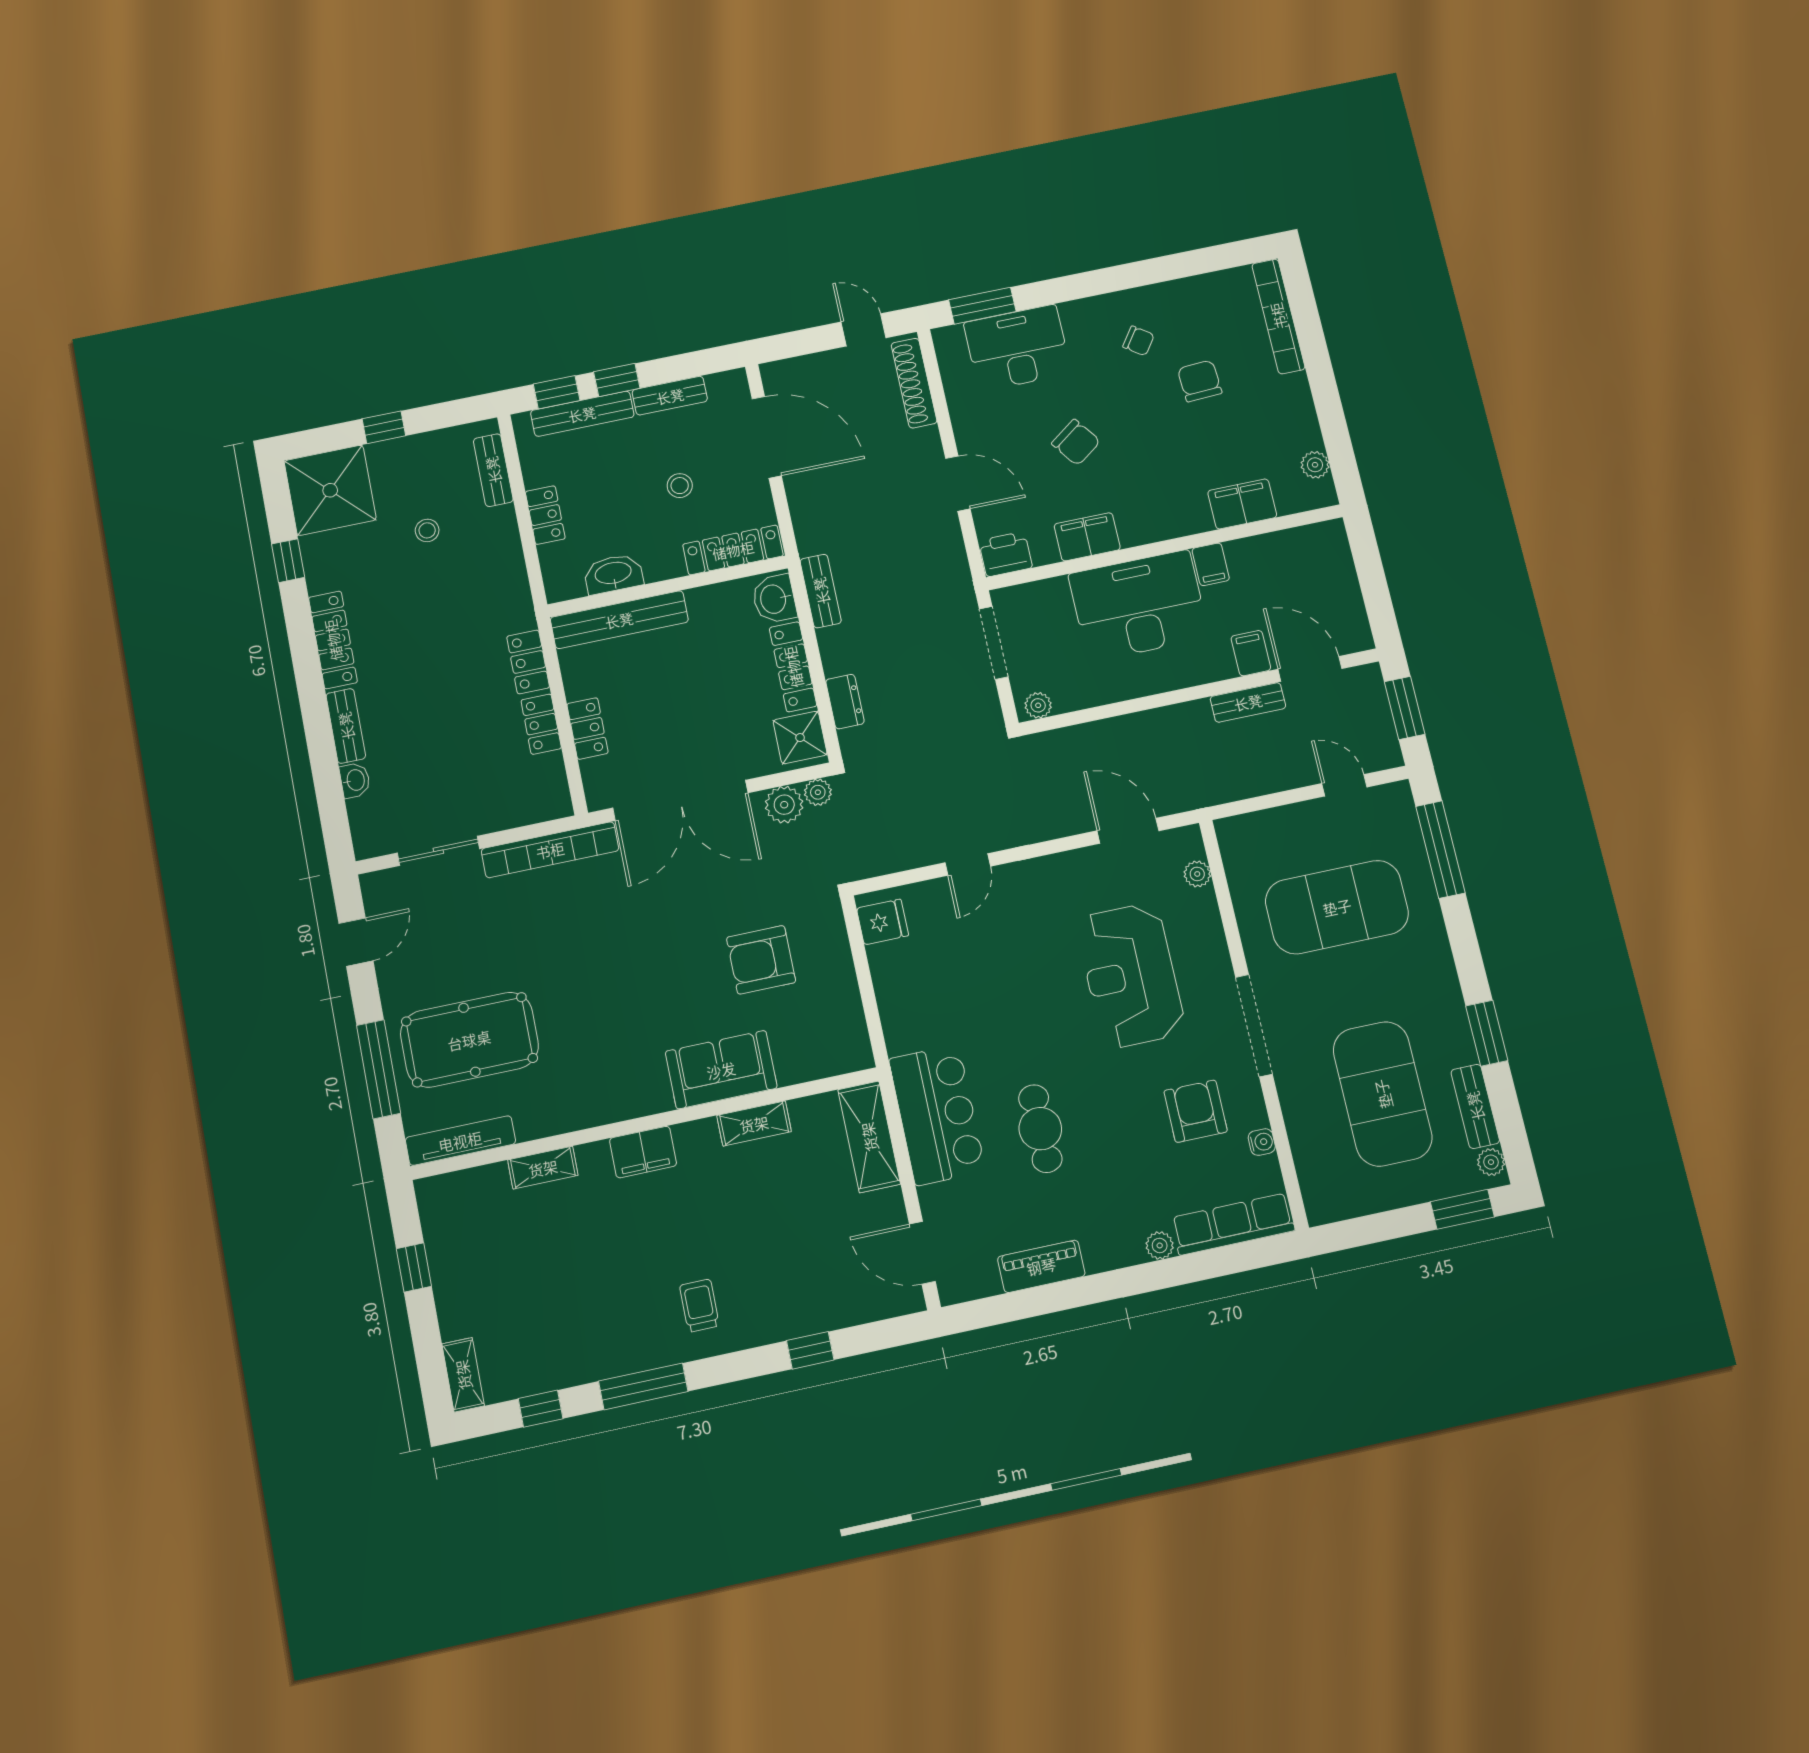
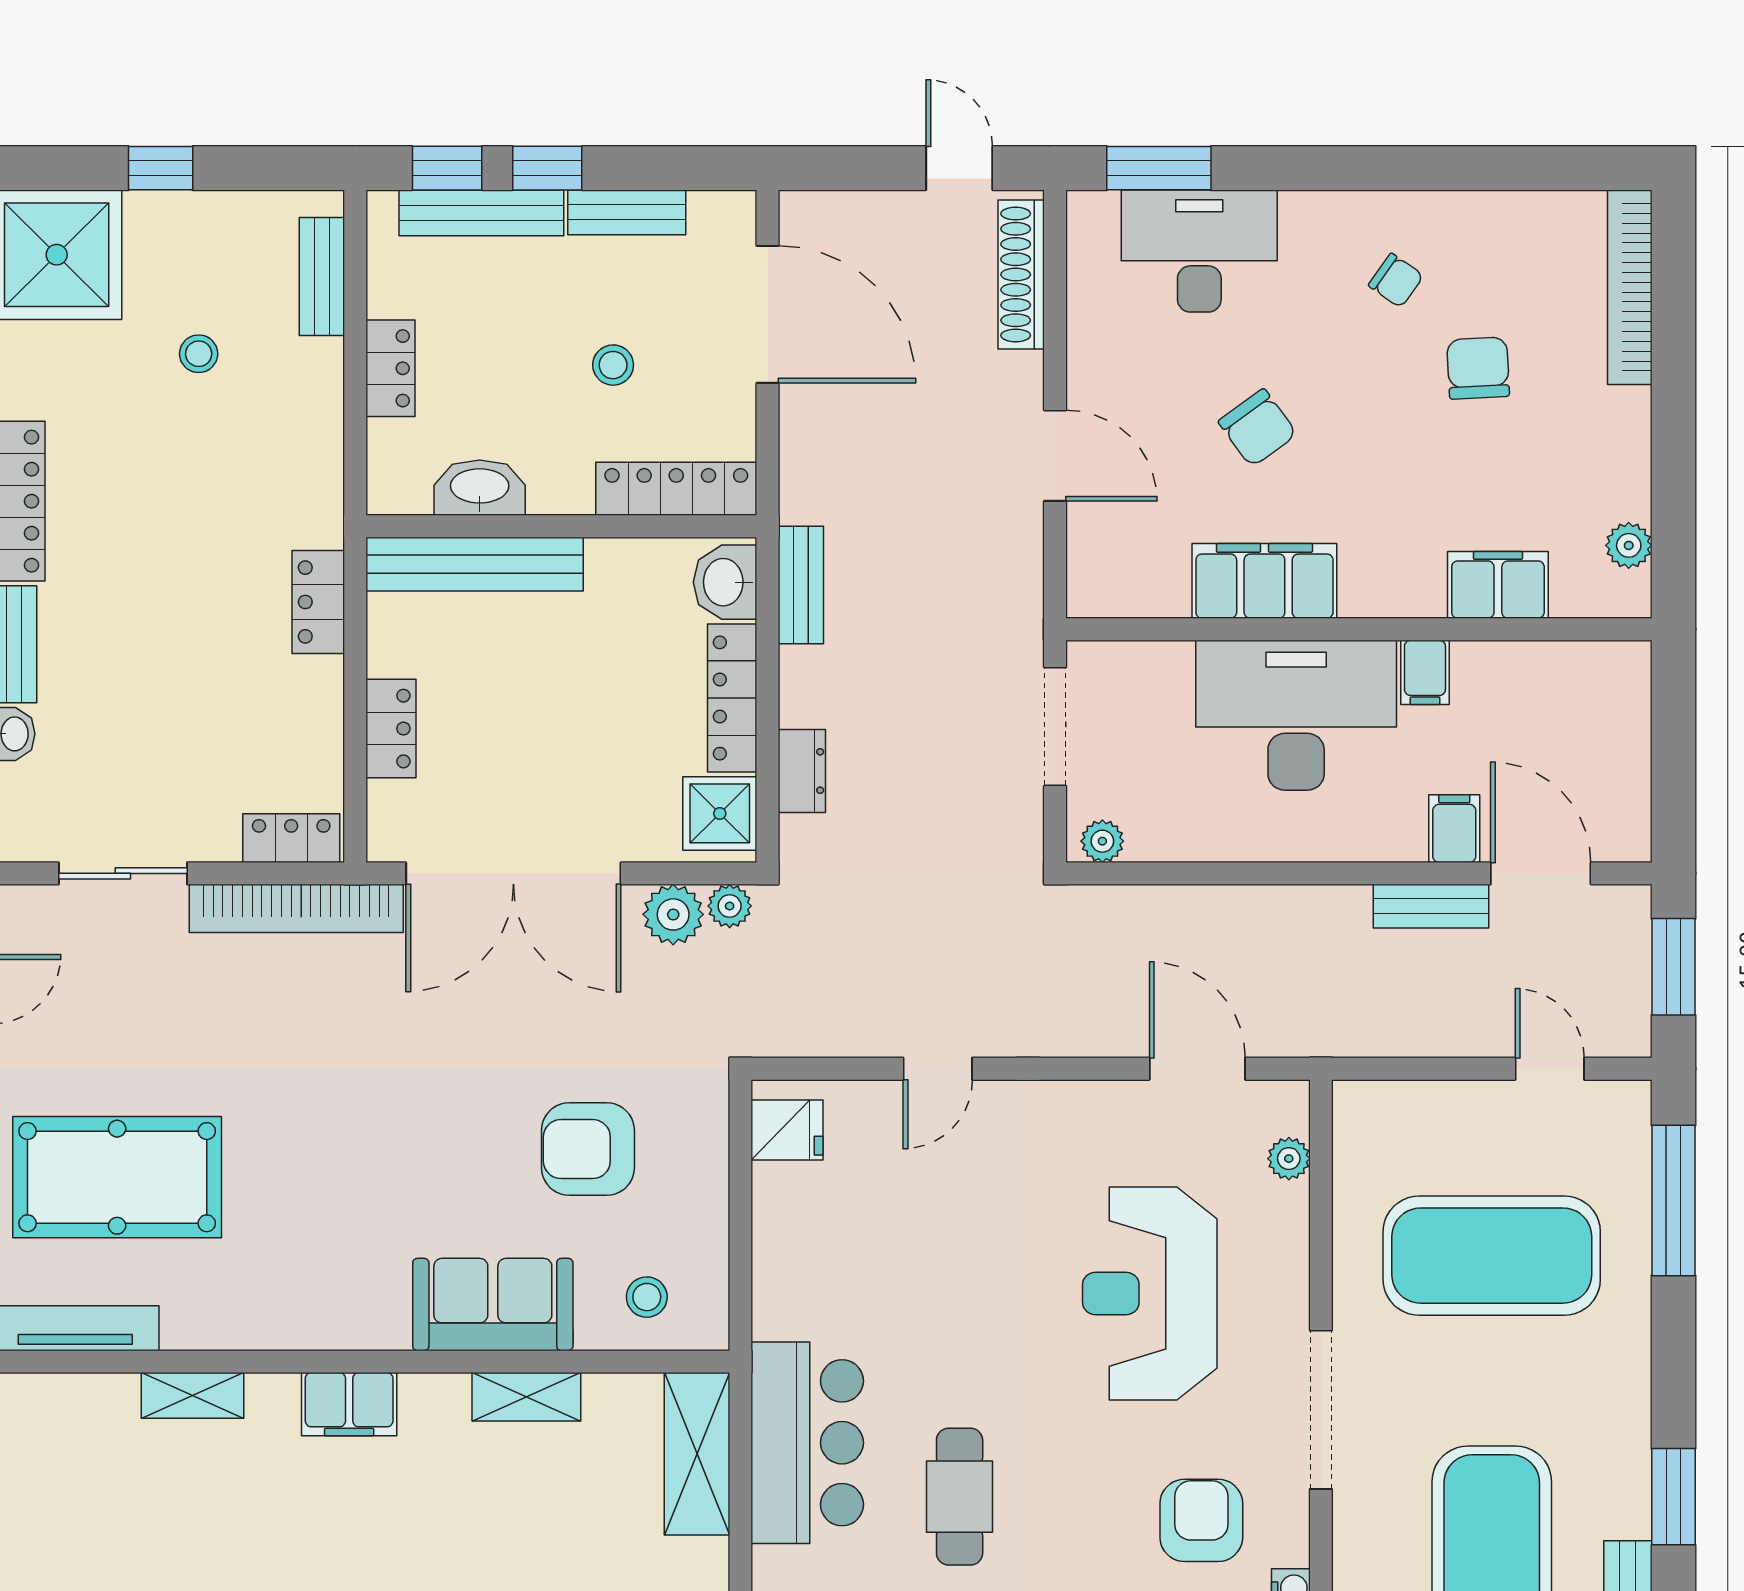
filing cabinet: (1087, 537) -> (1264, 581), width x1.50, depth x1.17
printer: (1006, 554) -> (1105, 587), removed
locker: (541, 724) -> (291, 838), moved, turned 90
stool: (817, 1044) -> (647, 1297), added

